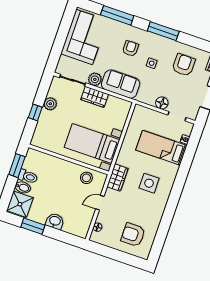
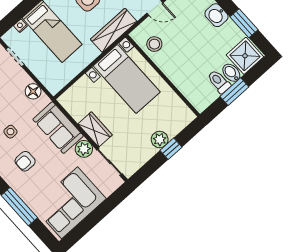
floor lamp: (162, 103) -> (33, 91), moved
plant: (50, 104) -> (160, 140), moved
window: (17, 166) -> (234, 92), moved
wardrobe: (117, 178) -> (114, 30), width x1.50

